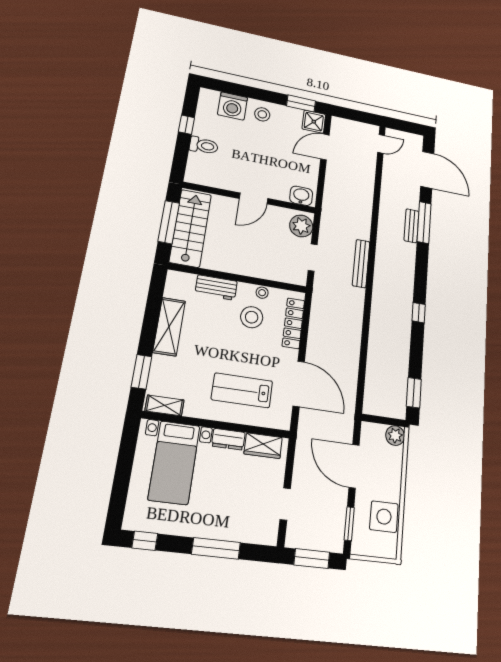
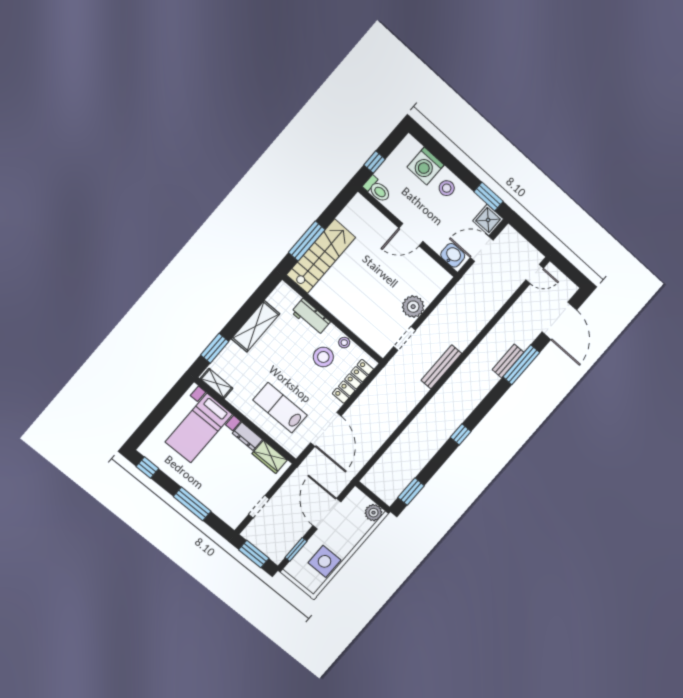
washbasin: (301, 196) -> (453, 255), moved
wall: (250, 198) -> (408, 232), moved
door: (254, 198) -> (411, 235), moved

